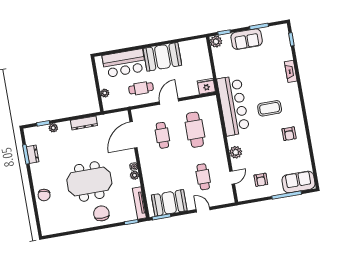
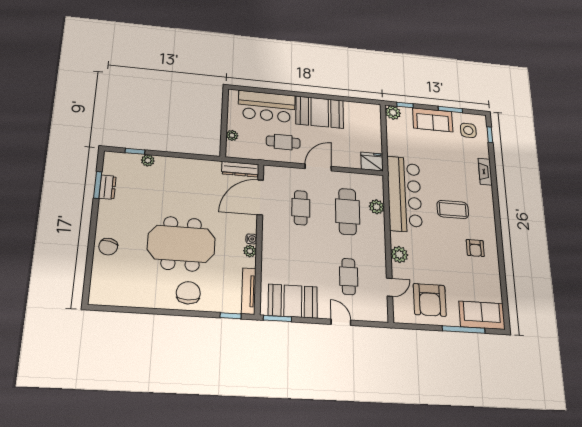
side table: (275, 40) -> (468, 130), added
plant: (215, 121) -> (377, 207), added
dresser: (84, 123) -> (240, 169), moved
armchair: (261, 180) -> (430, 300), width x1.88, depth x1.88

